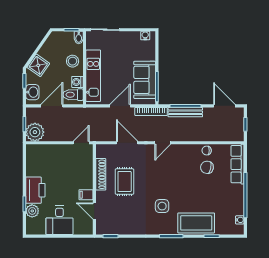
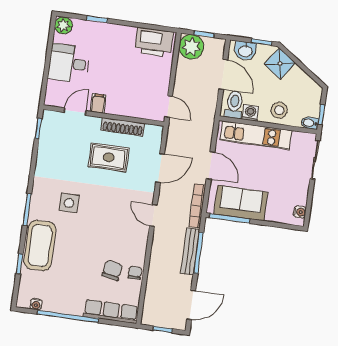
printer: (35, 190) -> (154, 42), moved
plant: (32, 211) -> (63, 25), moved

